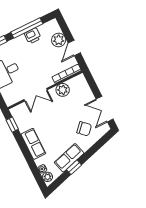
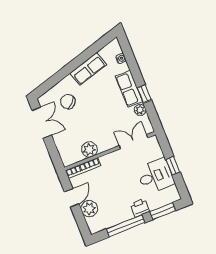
printer: (33, 36) -> (140, 208), moved
double door: (36, 95) -> (134, 142), moved
window: (12, 125) -> (144, 94), moved
window: (74, 167) -> (83, 57), removed
plant: (48, 177) -> (140, 110), moved

